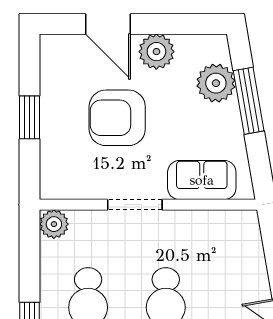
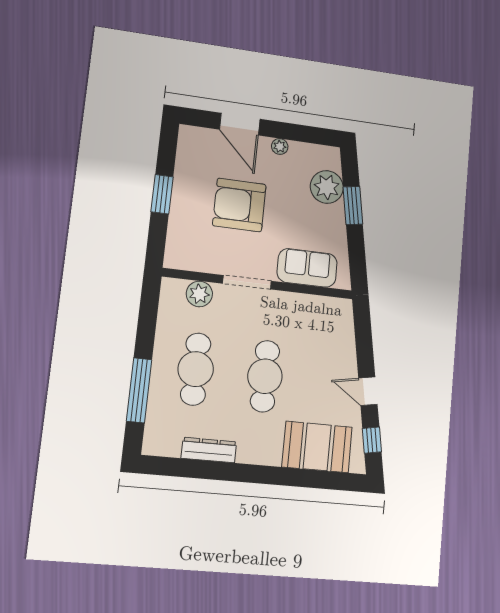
plant: (156, 52) -> (280, 146), width x0.53, depth x0.53
window: (249, 101) -> (353, 206), width x0.69
plant: (54, 224) -> (199, 294), moved

